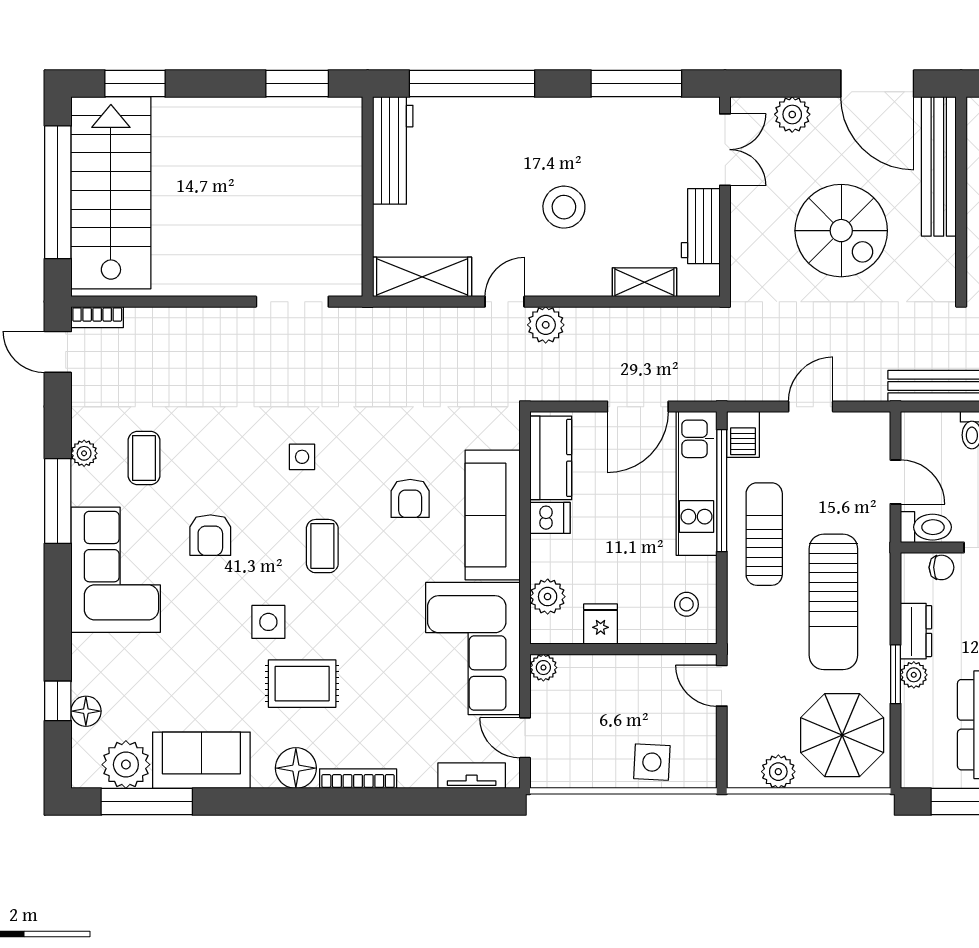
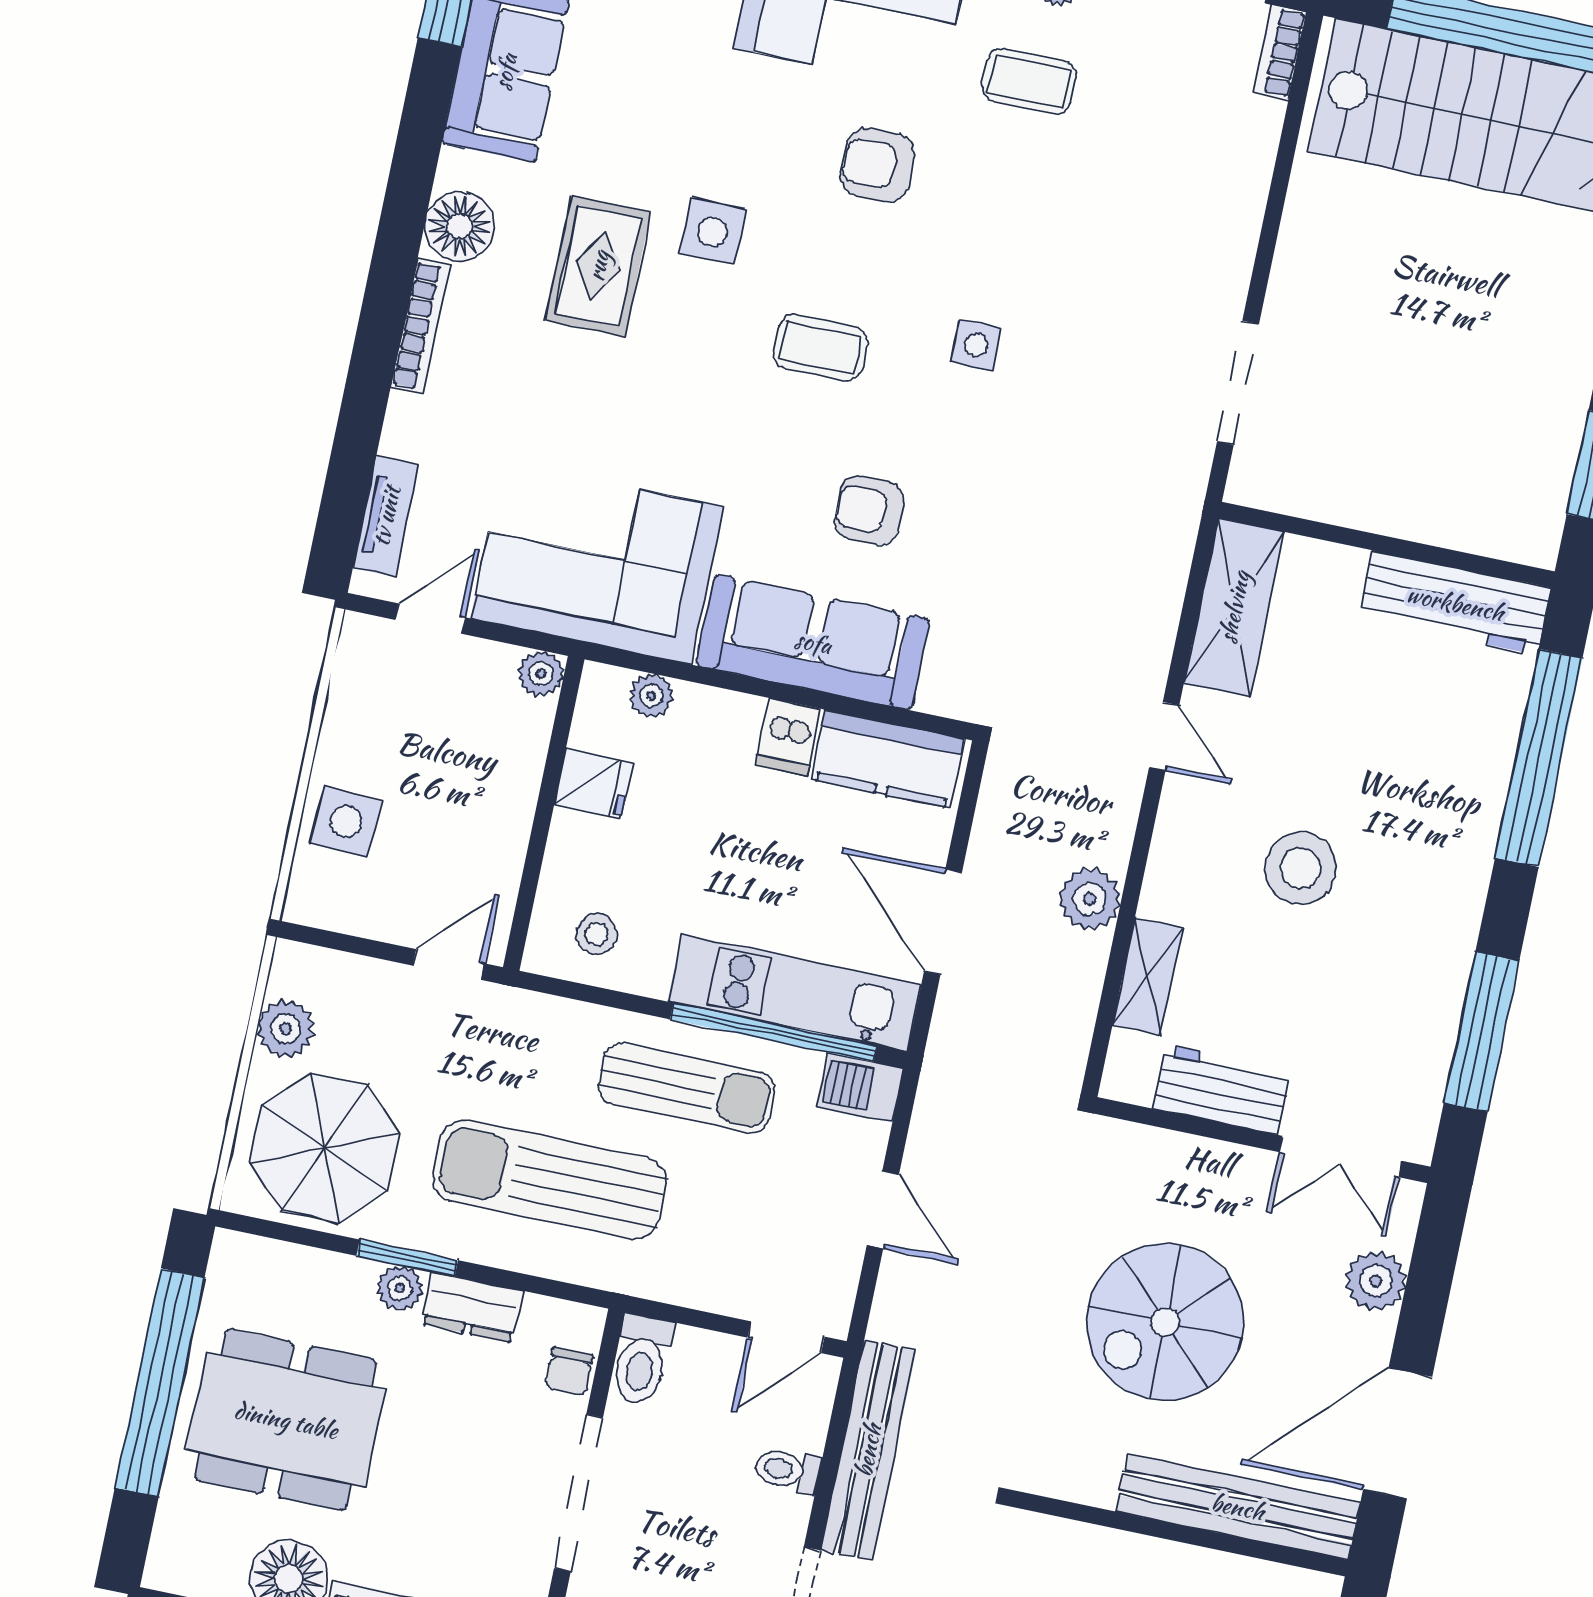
plant: (546, 325) -> (1090, 899), moved
door: (896, 482) -> (786, 1337), moved
plant: (548, 597) -> (651, 696), width x0.73, depth x0.73

